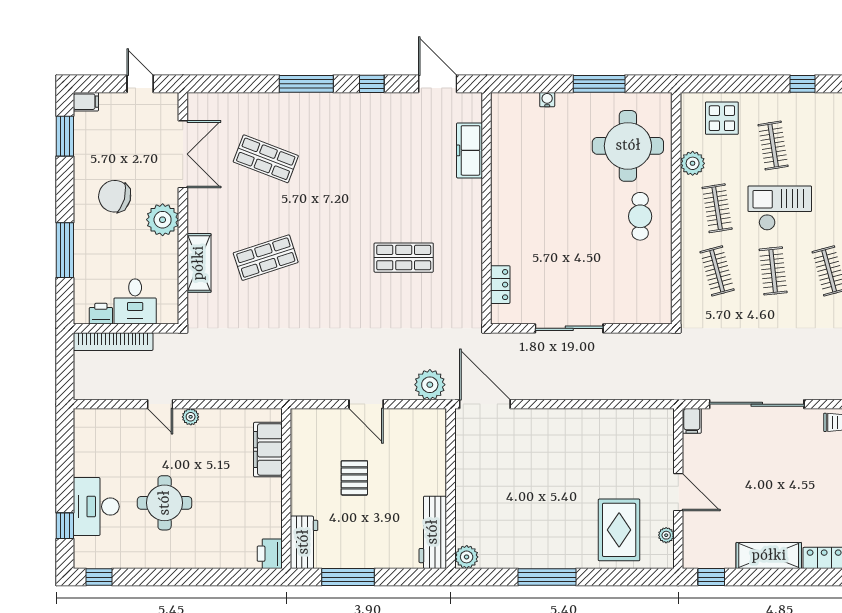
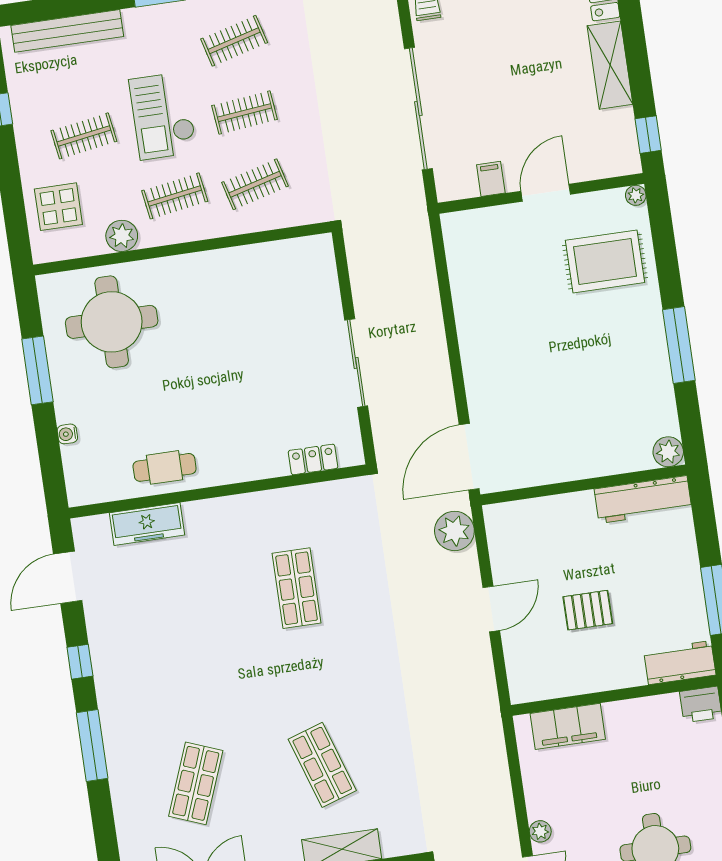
cafe table: (640, 216) -> (165, 467), moved
filing cabinet: (692, 421) -> (491, 179), moved, turned -90
plant: (666, 535) -> (636, 195), moved

